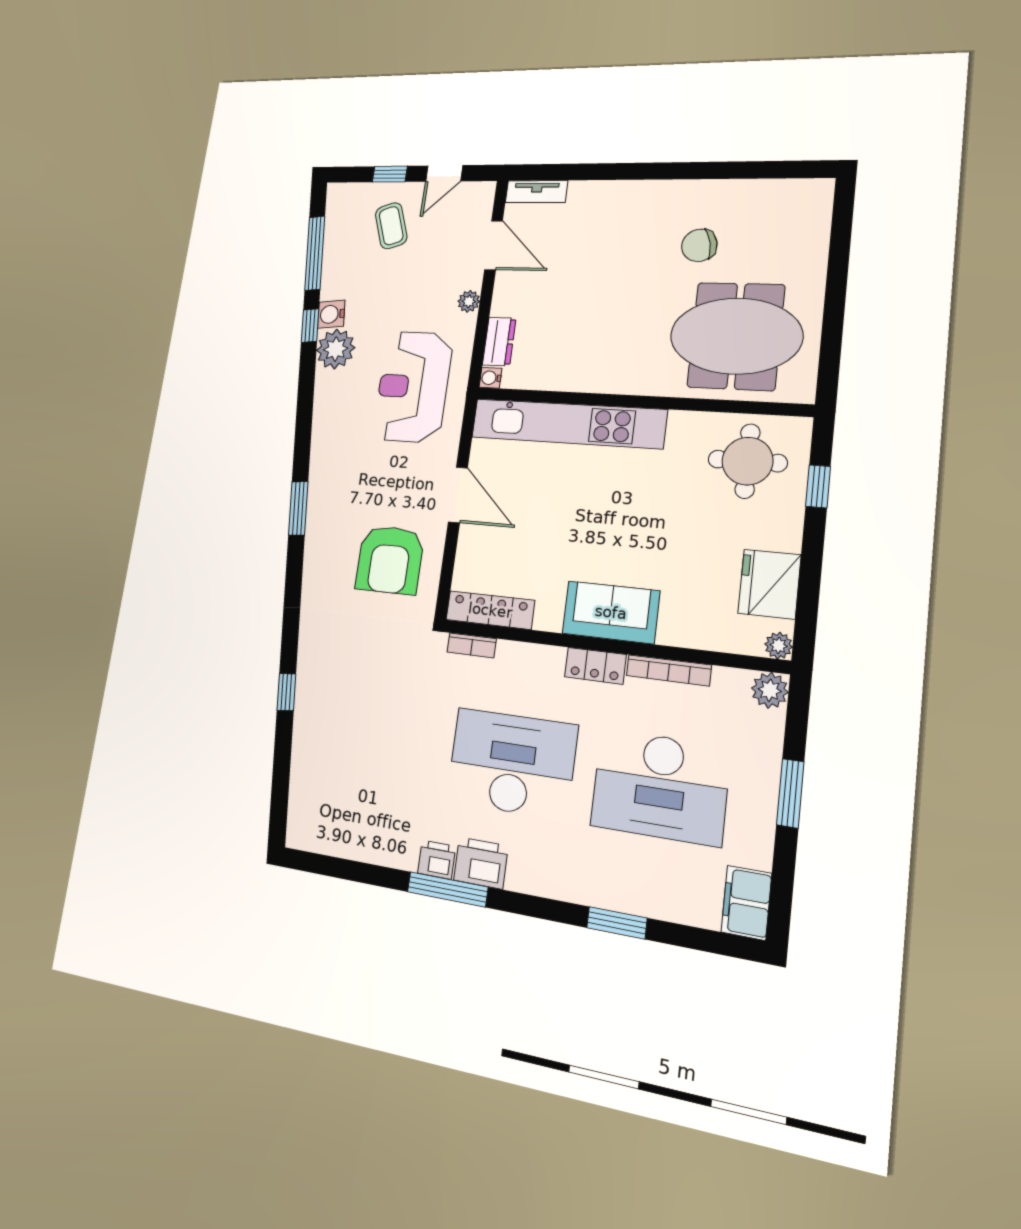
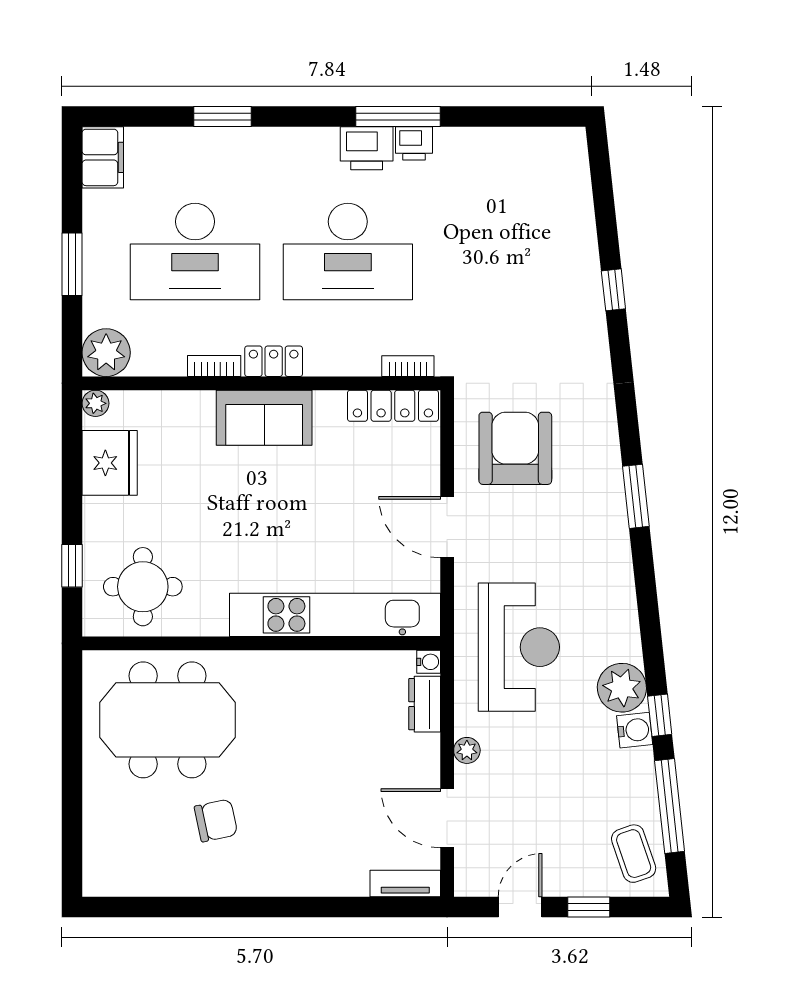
coffee table: (391, 226) -> (634, 854), moved
bookcase: (669, 670) -> (214, 366), width x0.64
plant: (770, 690) -> (106, 353), width x1.36, depth x1.36
desk: (660, 787) -> (195, 252), turned 180

